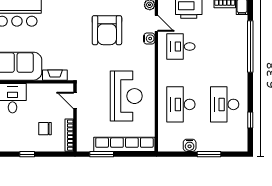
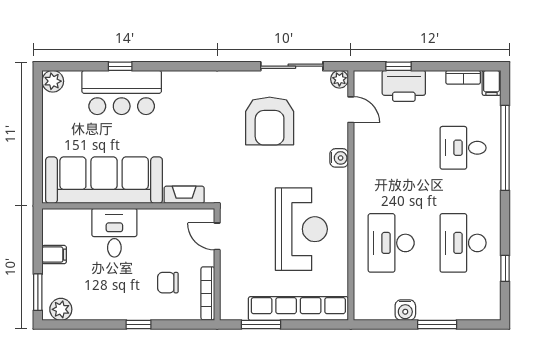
water cooler: (149, 39) -> (339, 158), moved
desk: (181, 47) -> (463, 148), moved

